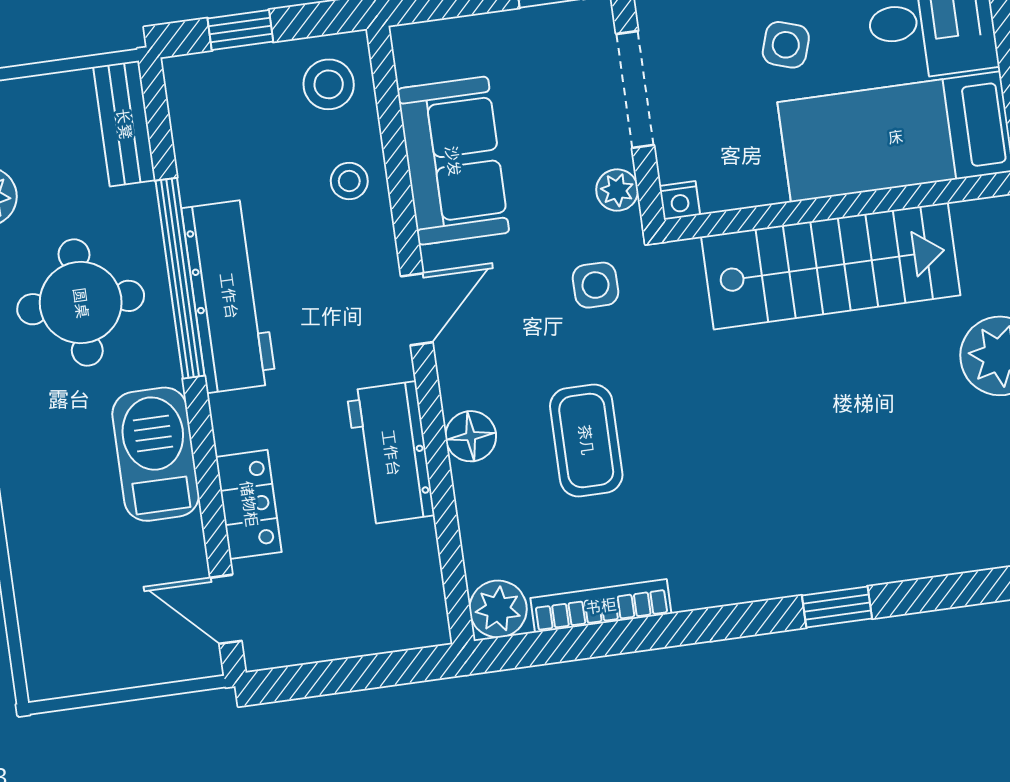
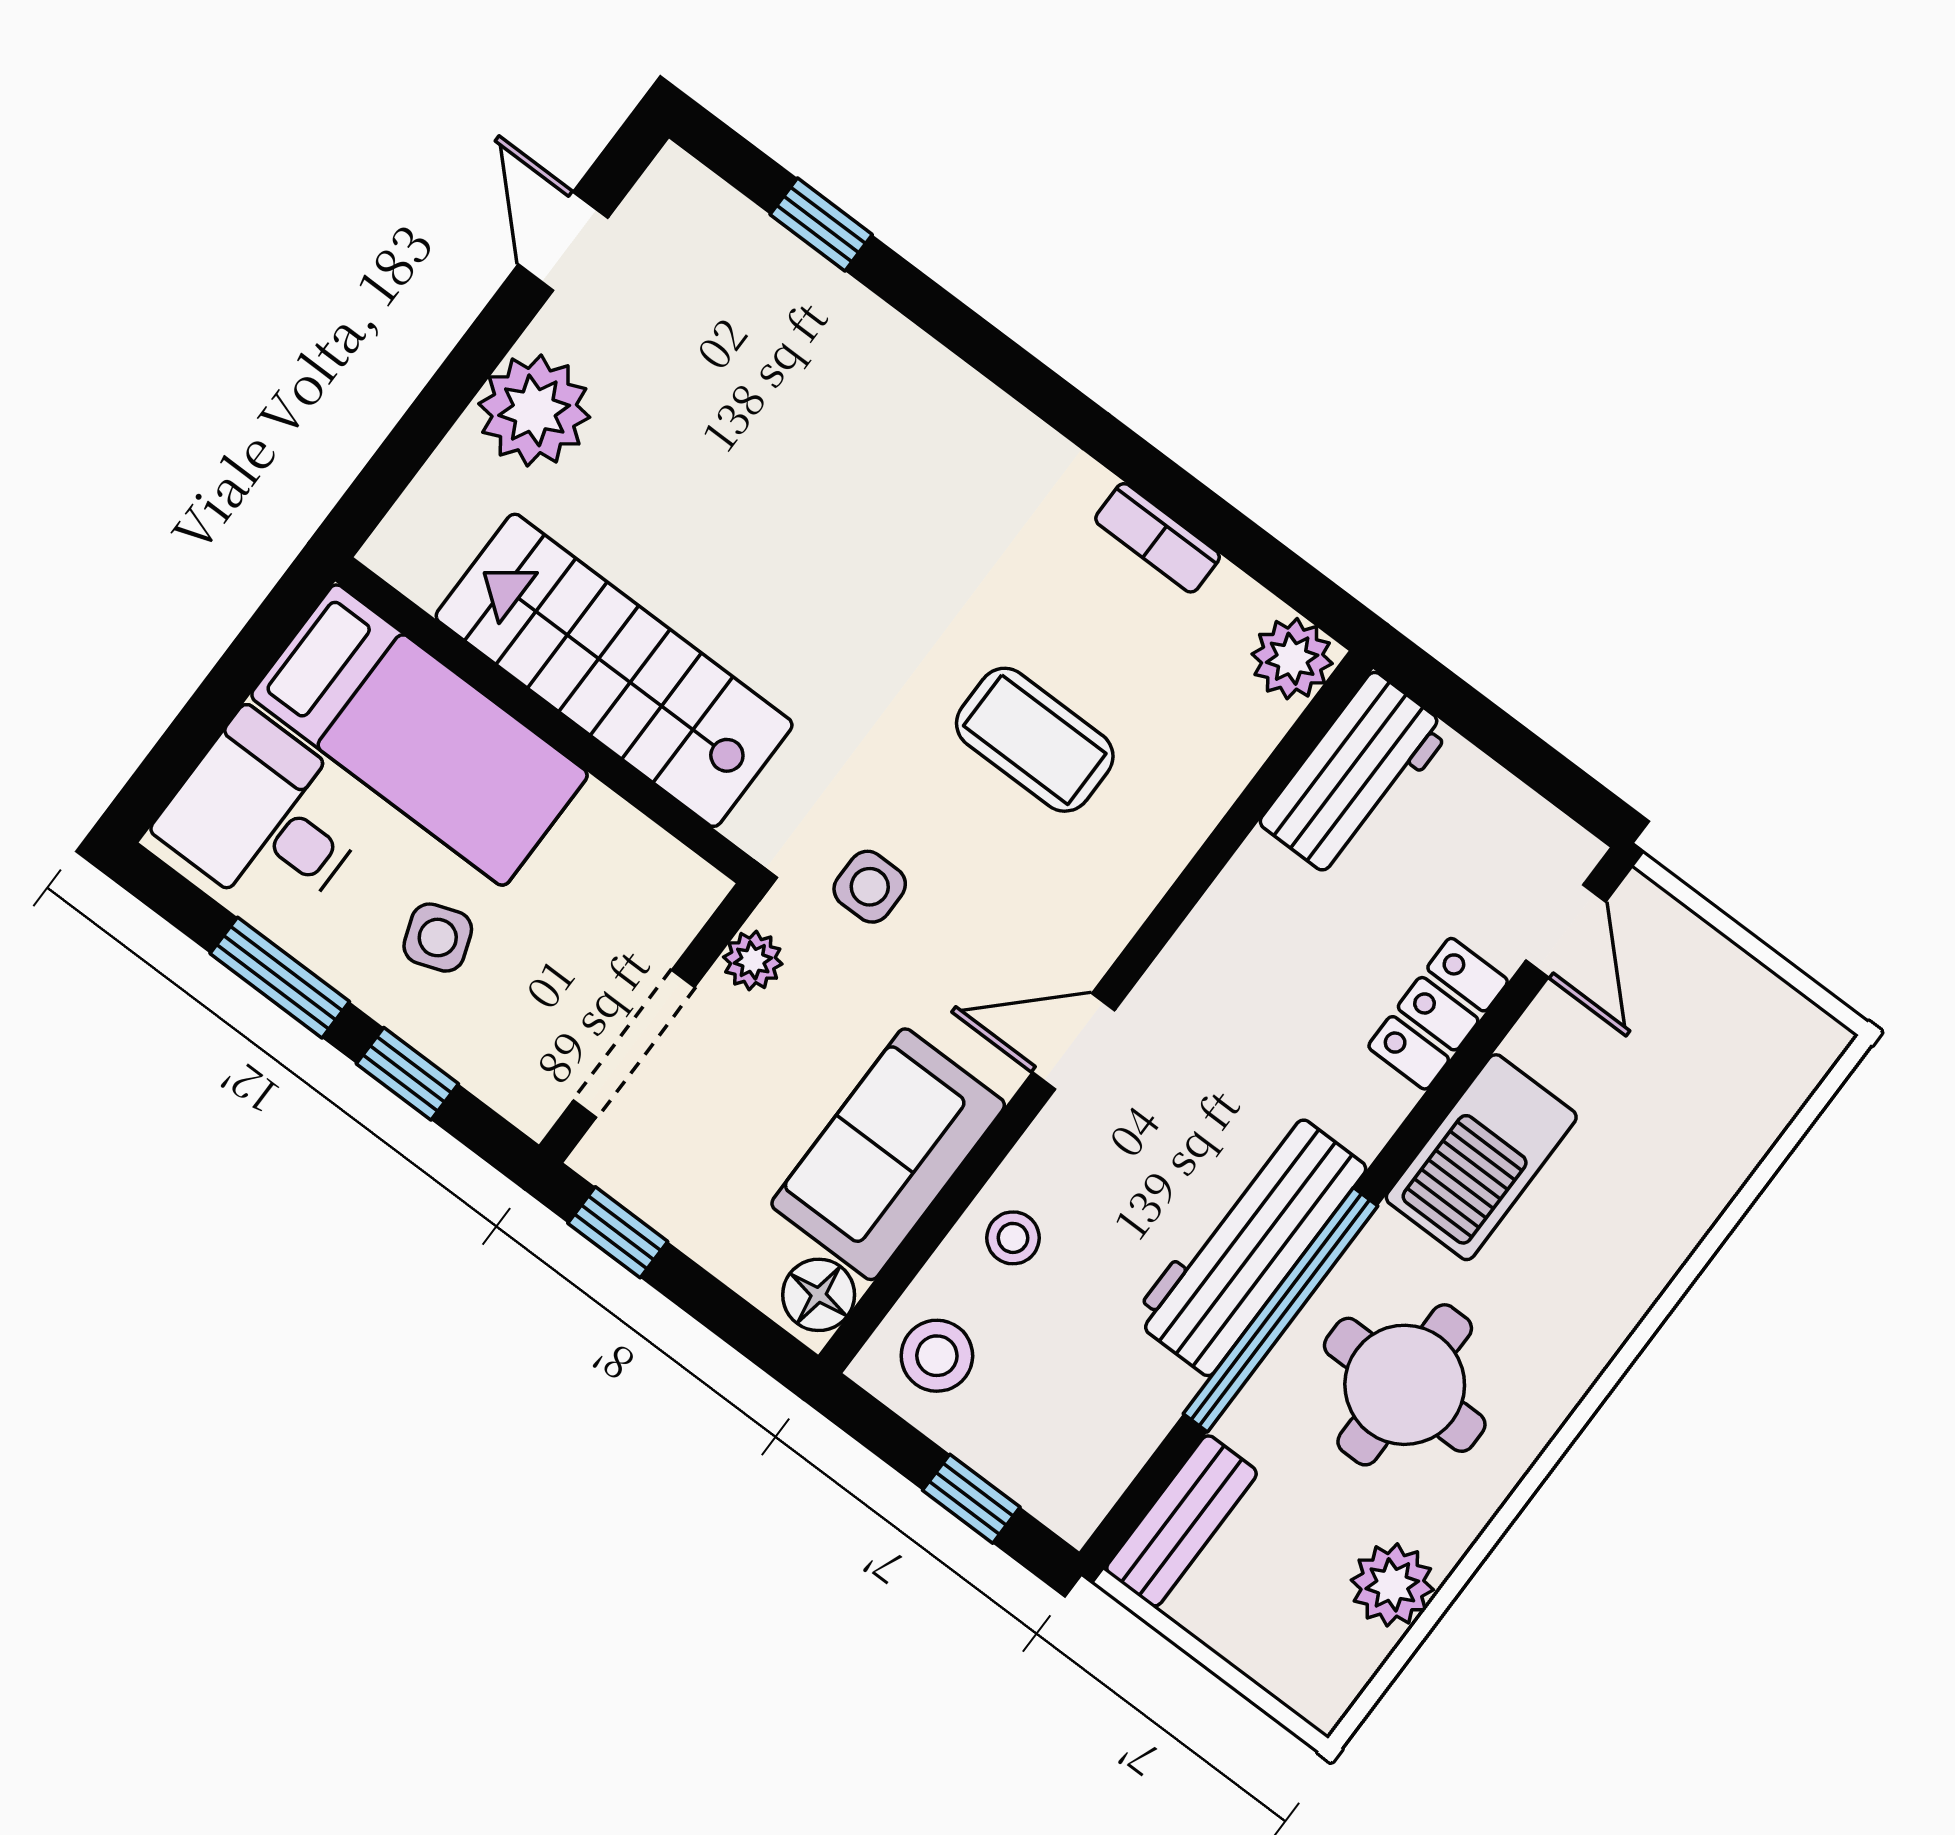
side table: (786, 45) -> (438, 938), turned -38
nightstand: (680, 200) -> (700, 887), removed
floor lamp: (471, 436) -> (819, 1295), moved
coffee table: (586, 440) -> (1035, 740), turned 90
workbench: (391, 453) -> (1355, 776), moved
bookcase: (601, 606) -> (1158, 538), width x0.64
window: (837, 607) -> (821, 225), moved

